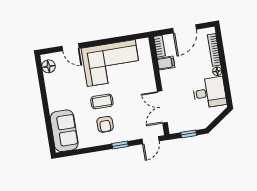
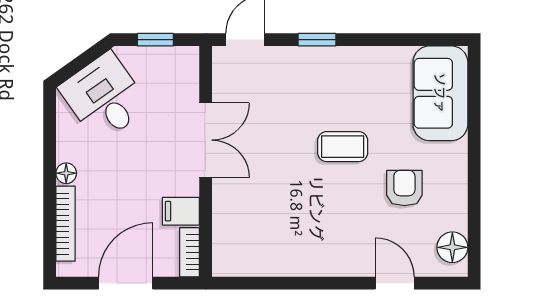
corner sofa: (111, 63) -> (307, 231), removed
desk: (209, 93) -> (104, 97), moved, turned 55
double door: (162, 107) -> (206, 140), moved
armchair: (105, 124) -> (404, 188), moved

